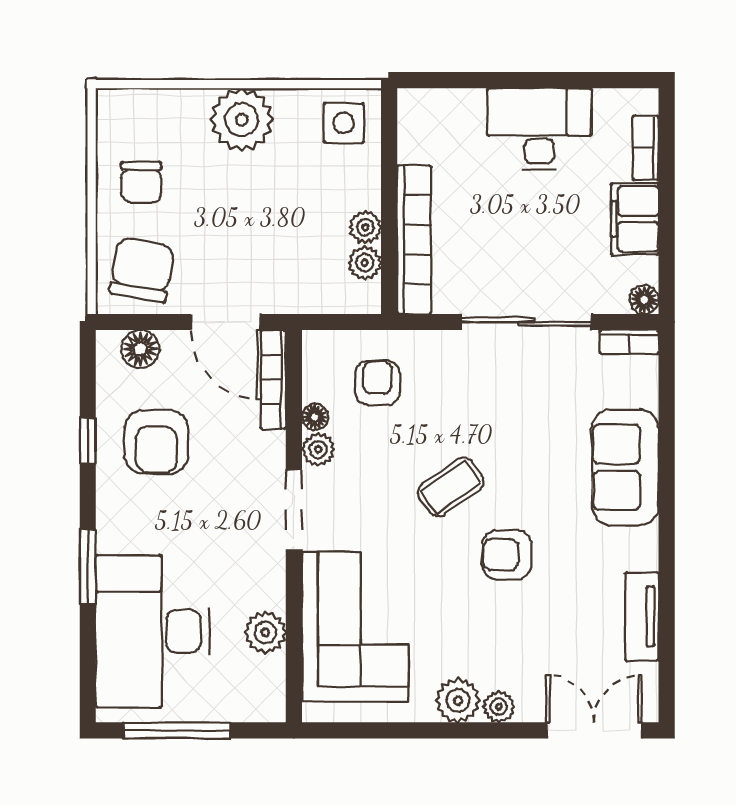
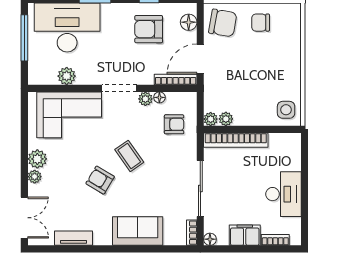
plant: (242, 120) -> (287, 66), removed
plant: (365, 227) -> (211, 119), moved
armchair: (507, 555) -> (100, 180), turned -59

